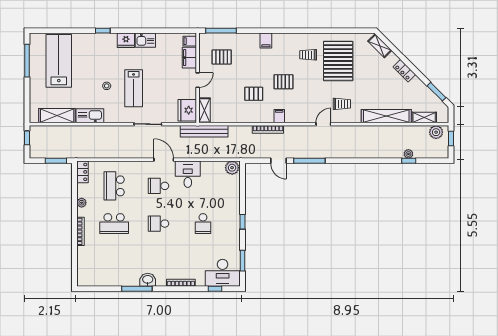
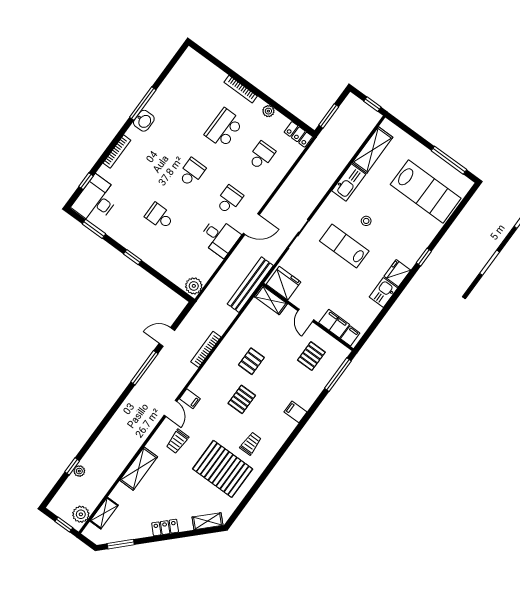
filing cabinet: (279, 116) -> (190, 399), moved
shelving: (386, 116) -> (139, 469), width x0.68
school desk: (114, 186) -> (261, 156), width x0.54

